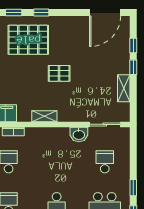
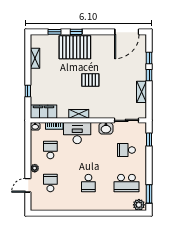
pallet: (28, 40) -> (75, 47), moved
desk: (42, 141) -> (77, 133), added
school desk: (105, 162) -> (126, 150), turned -90
window: (133, 188) -> (149, 140), moved

